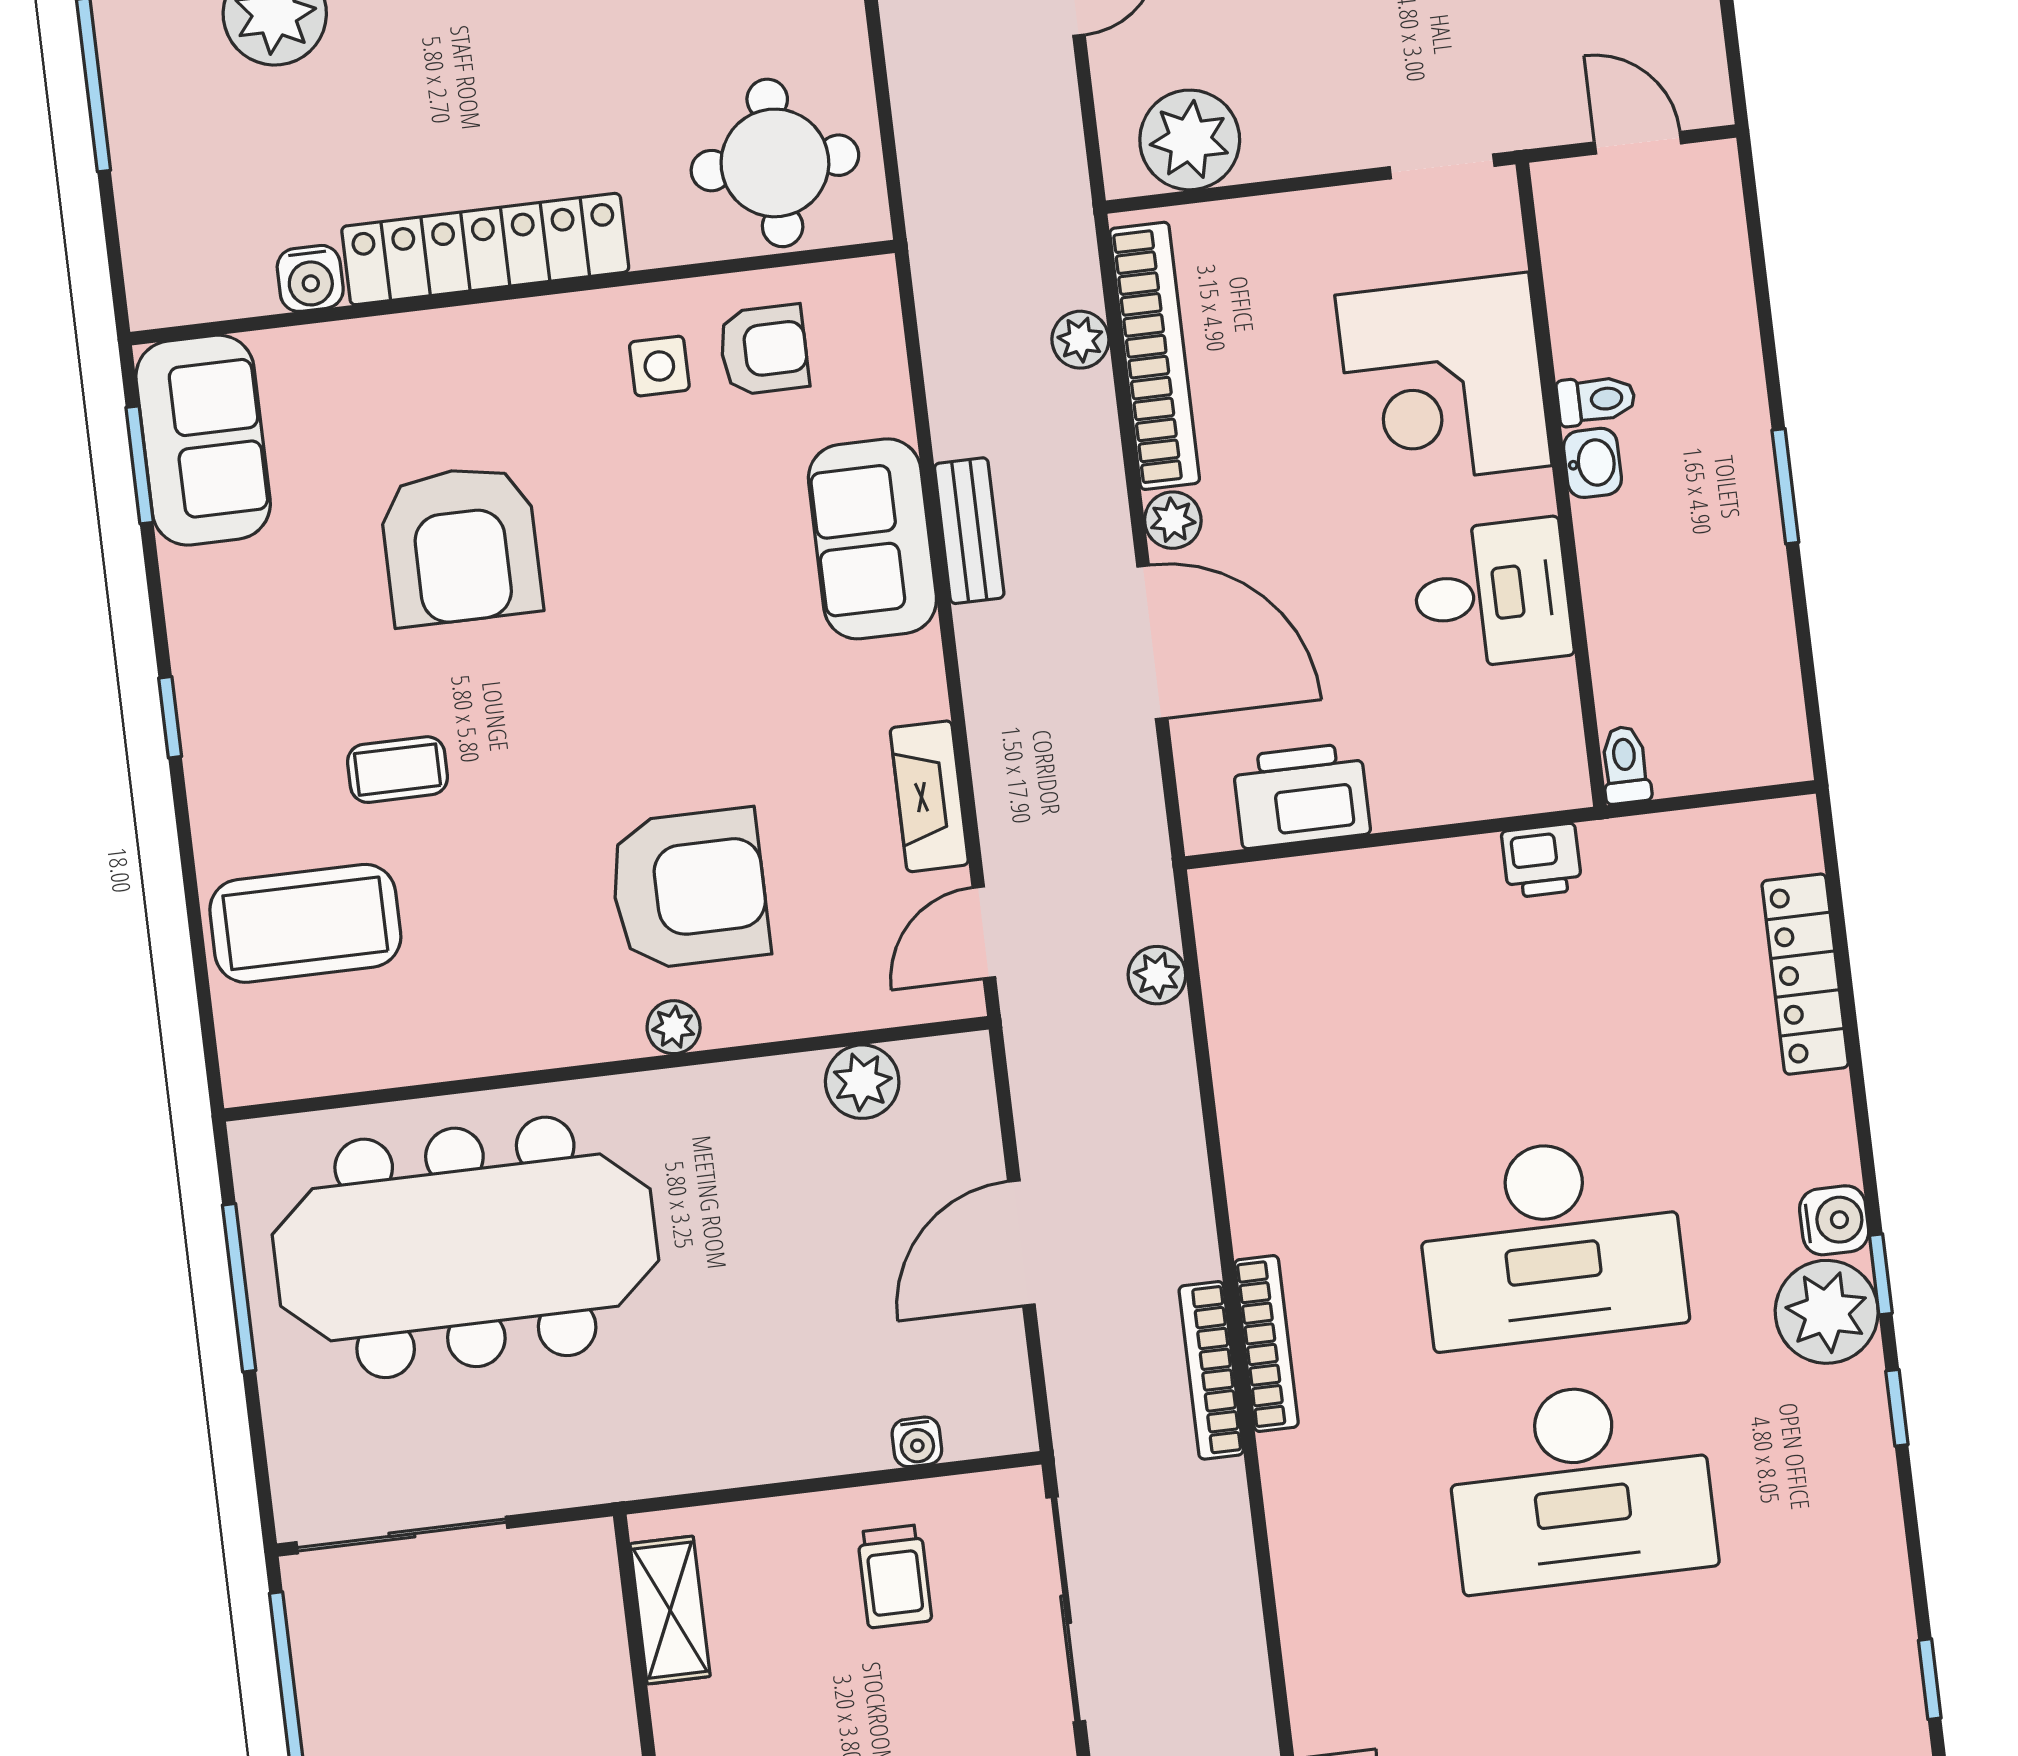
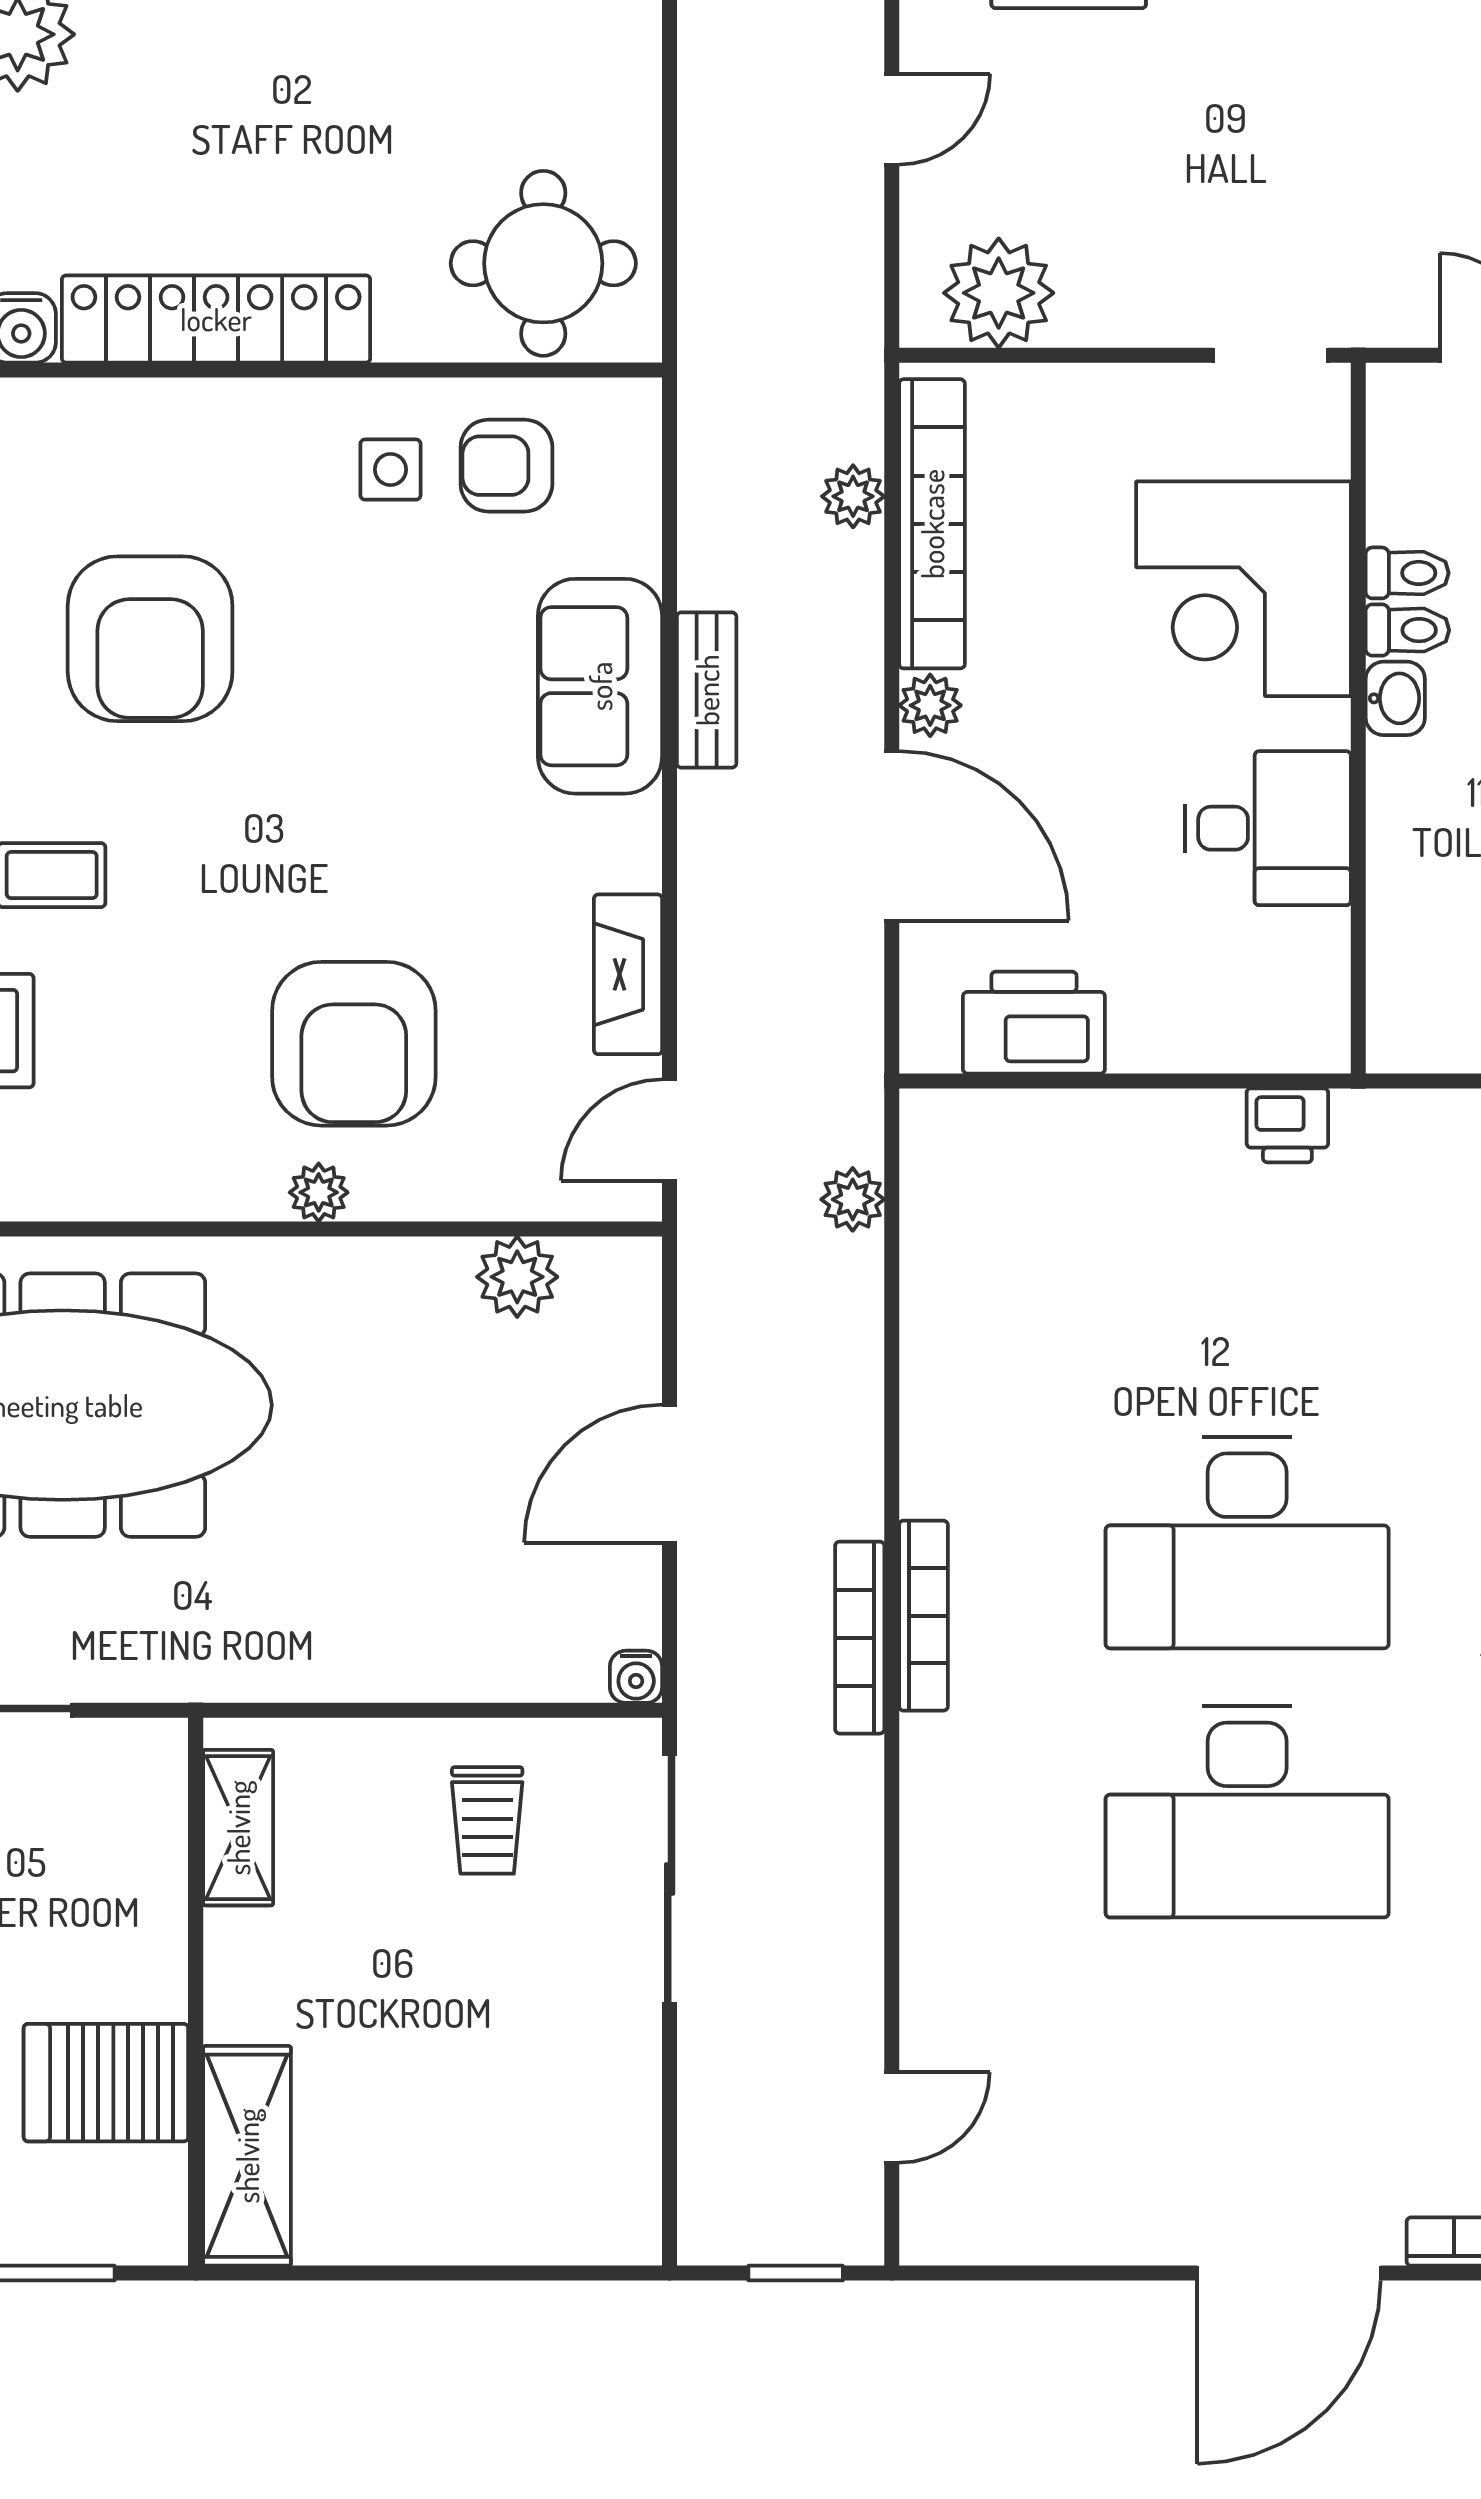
armchair: (764, 350) -> (506, 466), turned 180
toilet: (1625, 765) -> (1407, 573), moved, turned 90
armchair: (689, 889) -> (354, 1044), turned 90
water cooler: (917, 1442) -> (636, 1677), moved

